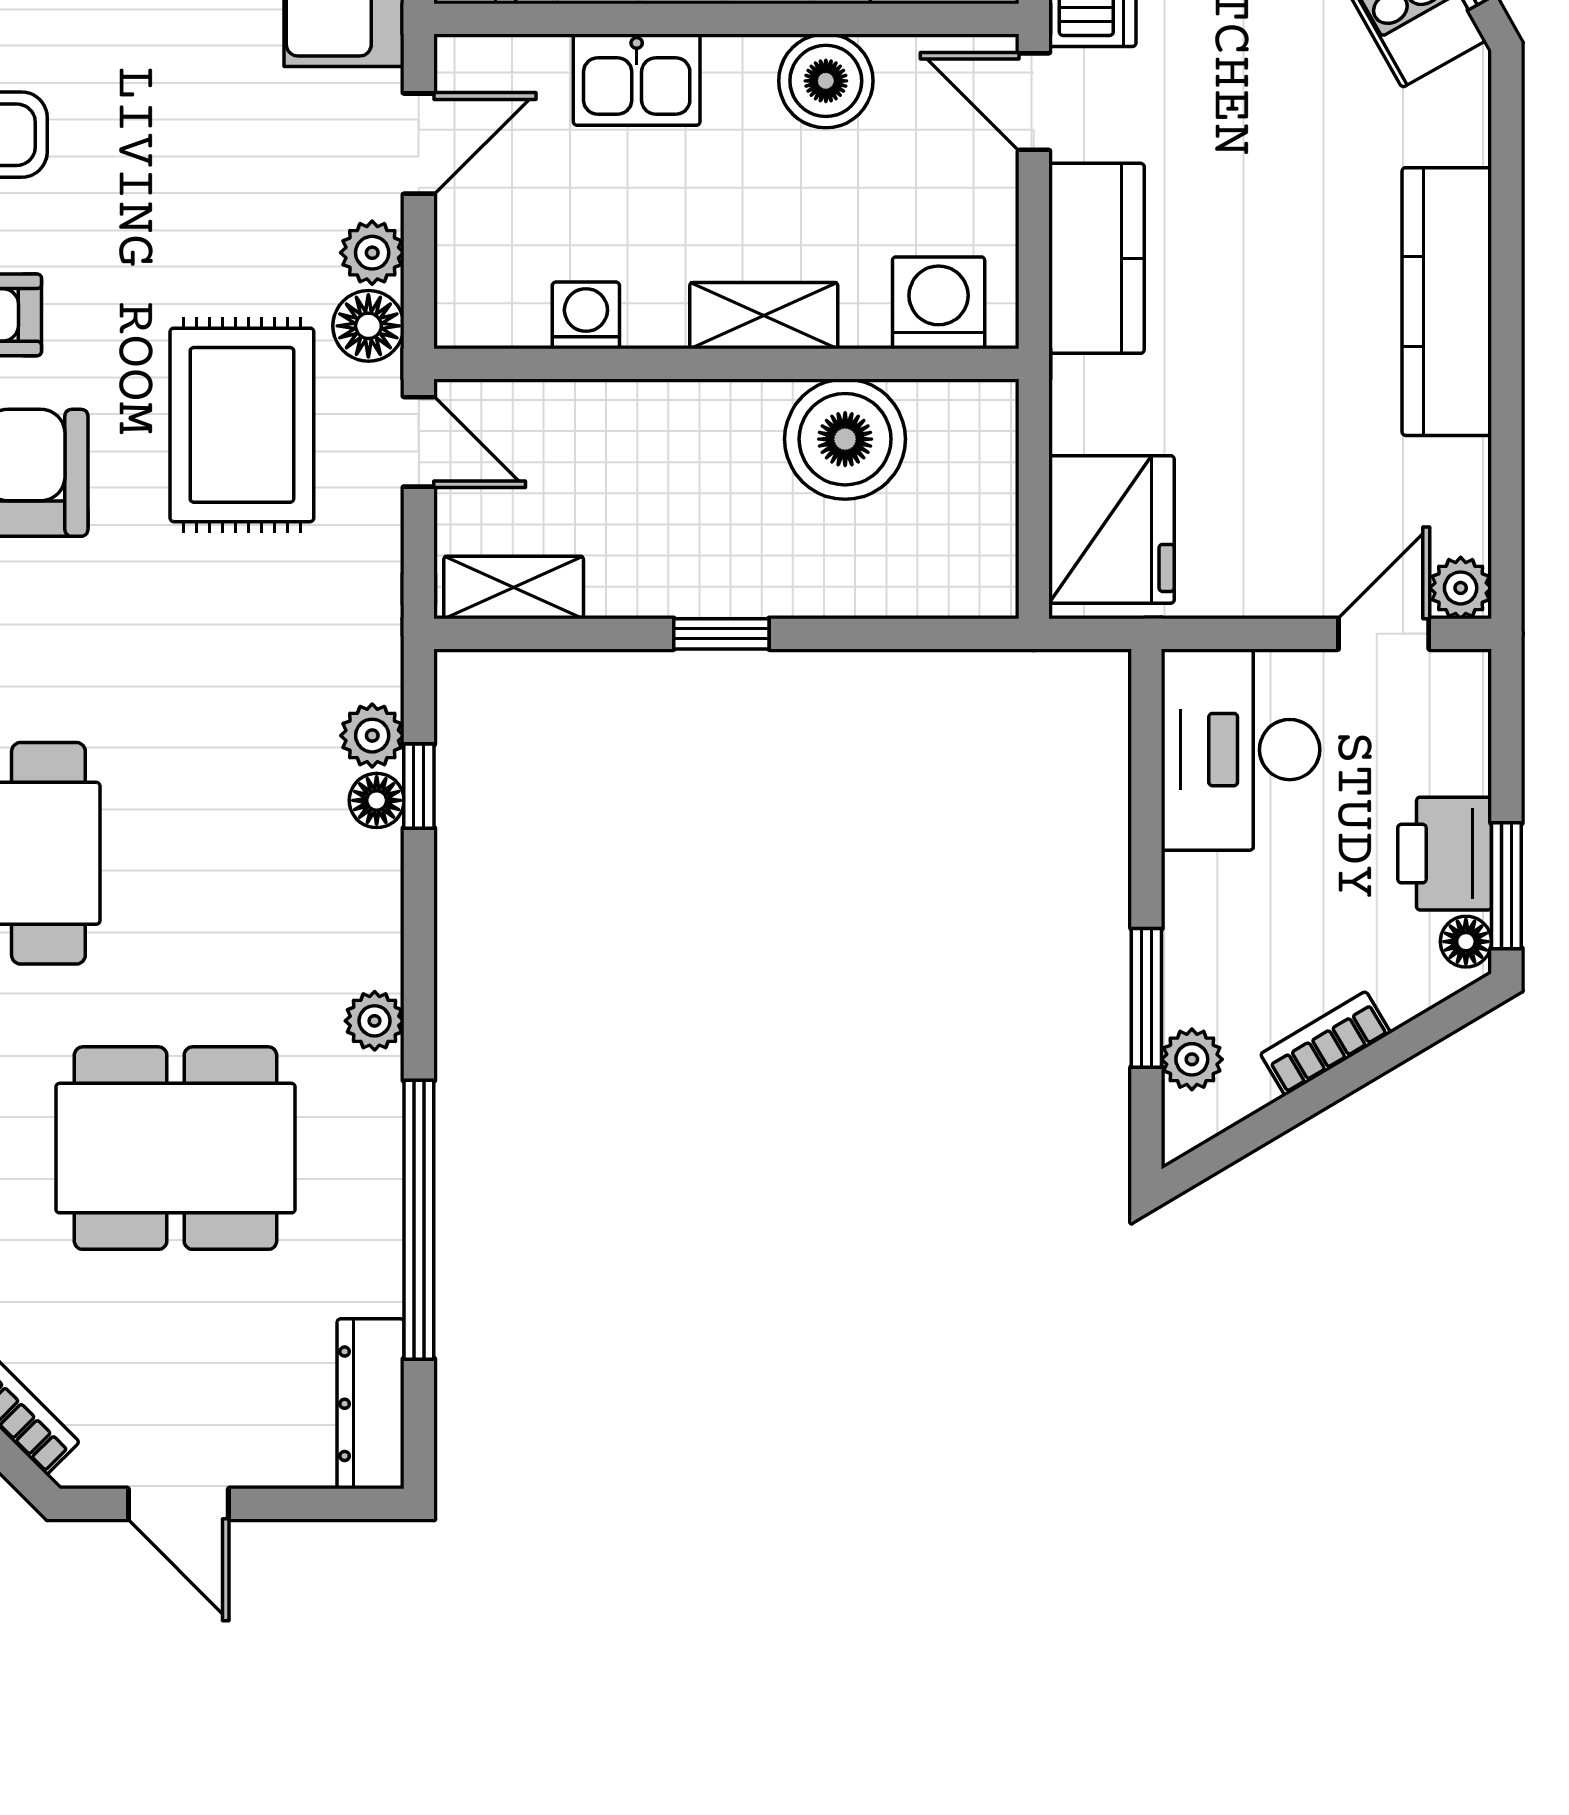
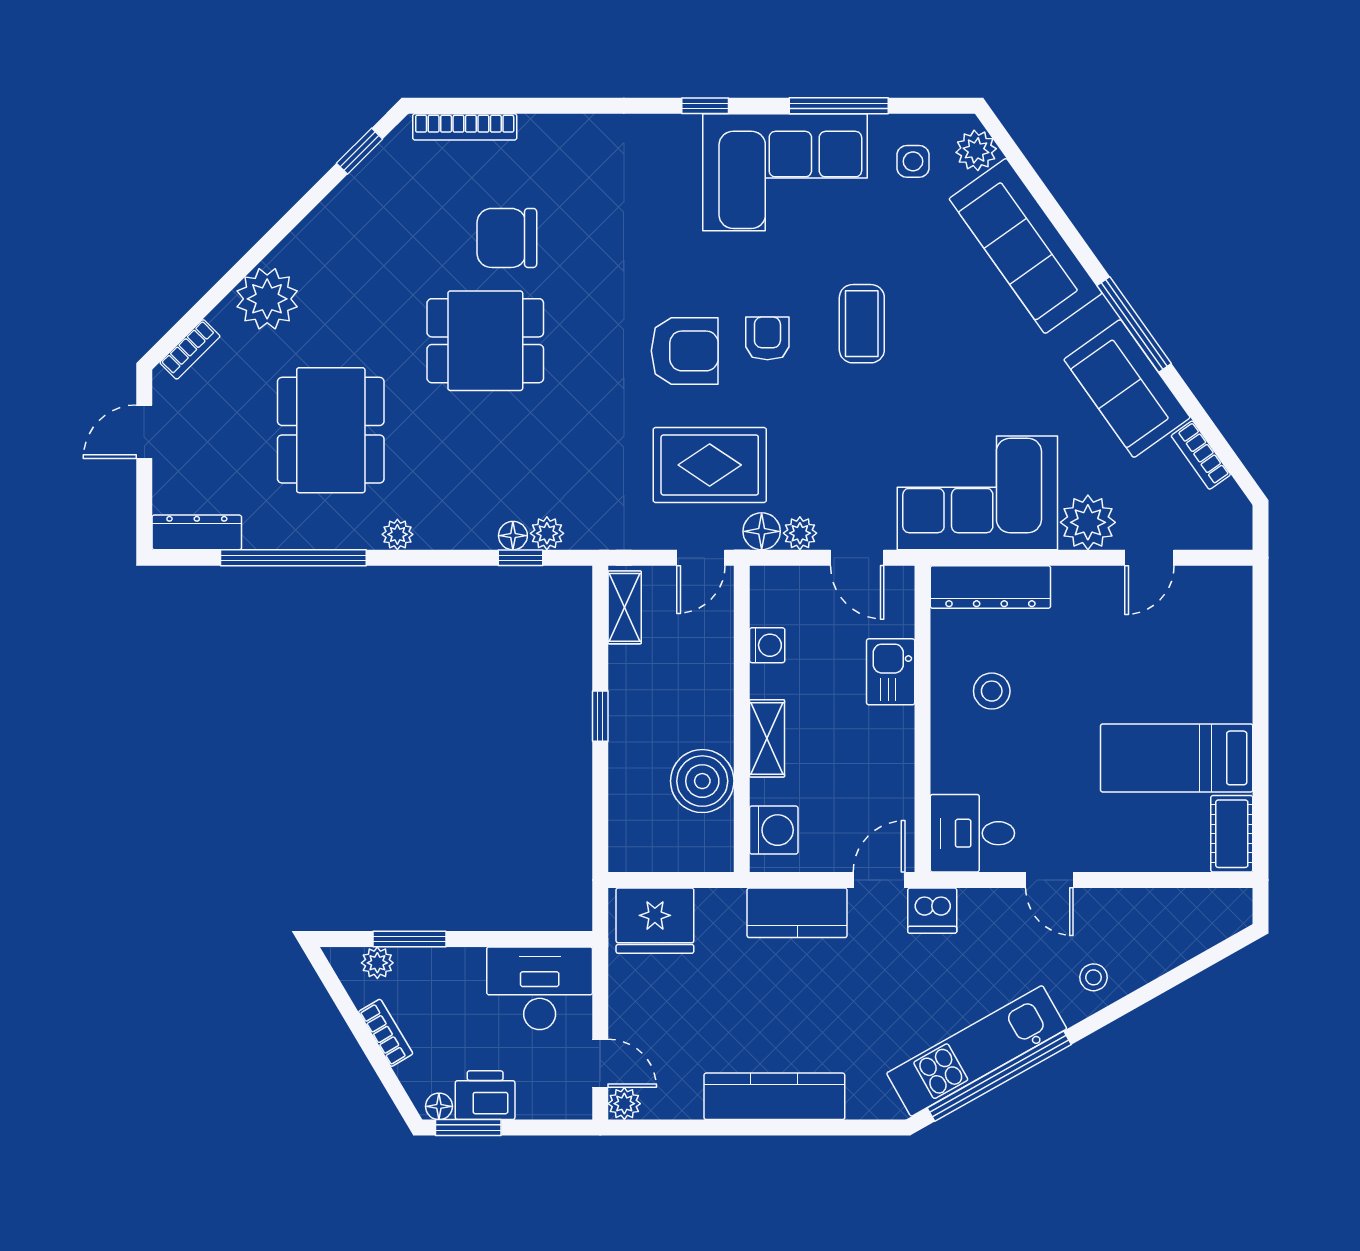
boiler: (826, 81) -> (890, 771), removed

